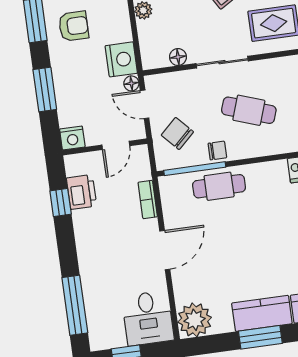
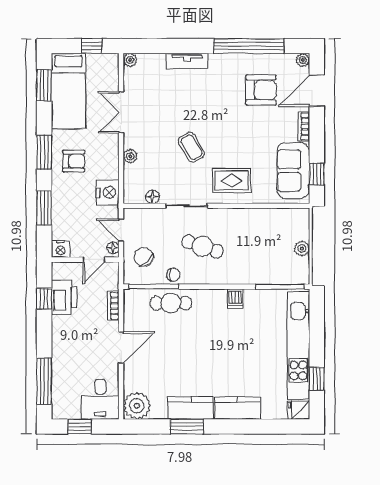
floor lamp: (131, 83) -> (113, 248), moved
printer: (82, 192) -> (64, 297), width x1.37, depth x1.19

